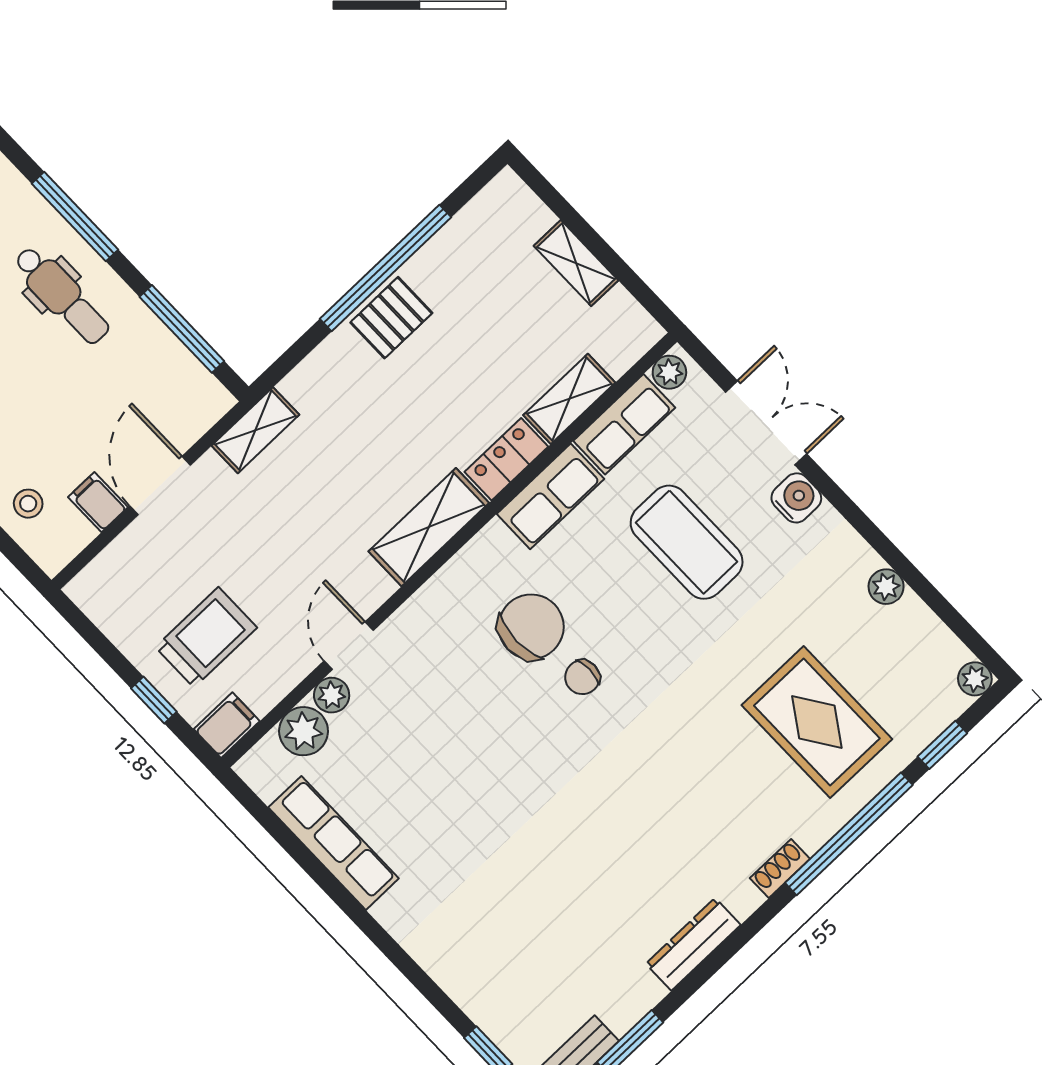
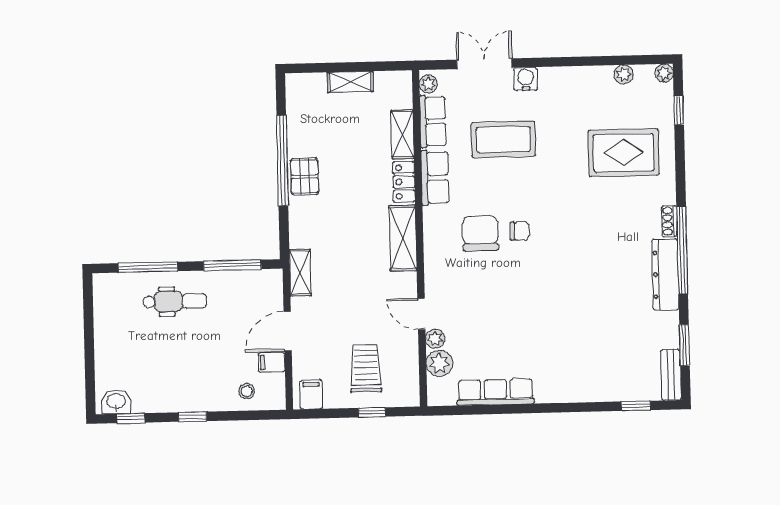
door: (160, 486) -> (288, 331), hinge flipped
plant: (886, 587) -> (624, 74), moved
chair: (582, 677) -> (520, 231), turned -90
filing cabinet: (227, 725) -> (311, 394), moved
window: (849, 834) -> (682, 250), moved
dresser: (693, 944) -> (665, 274), width x1.37, depth x1.24

